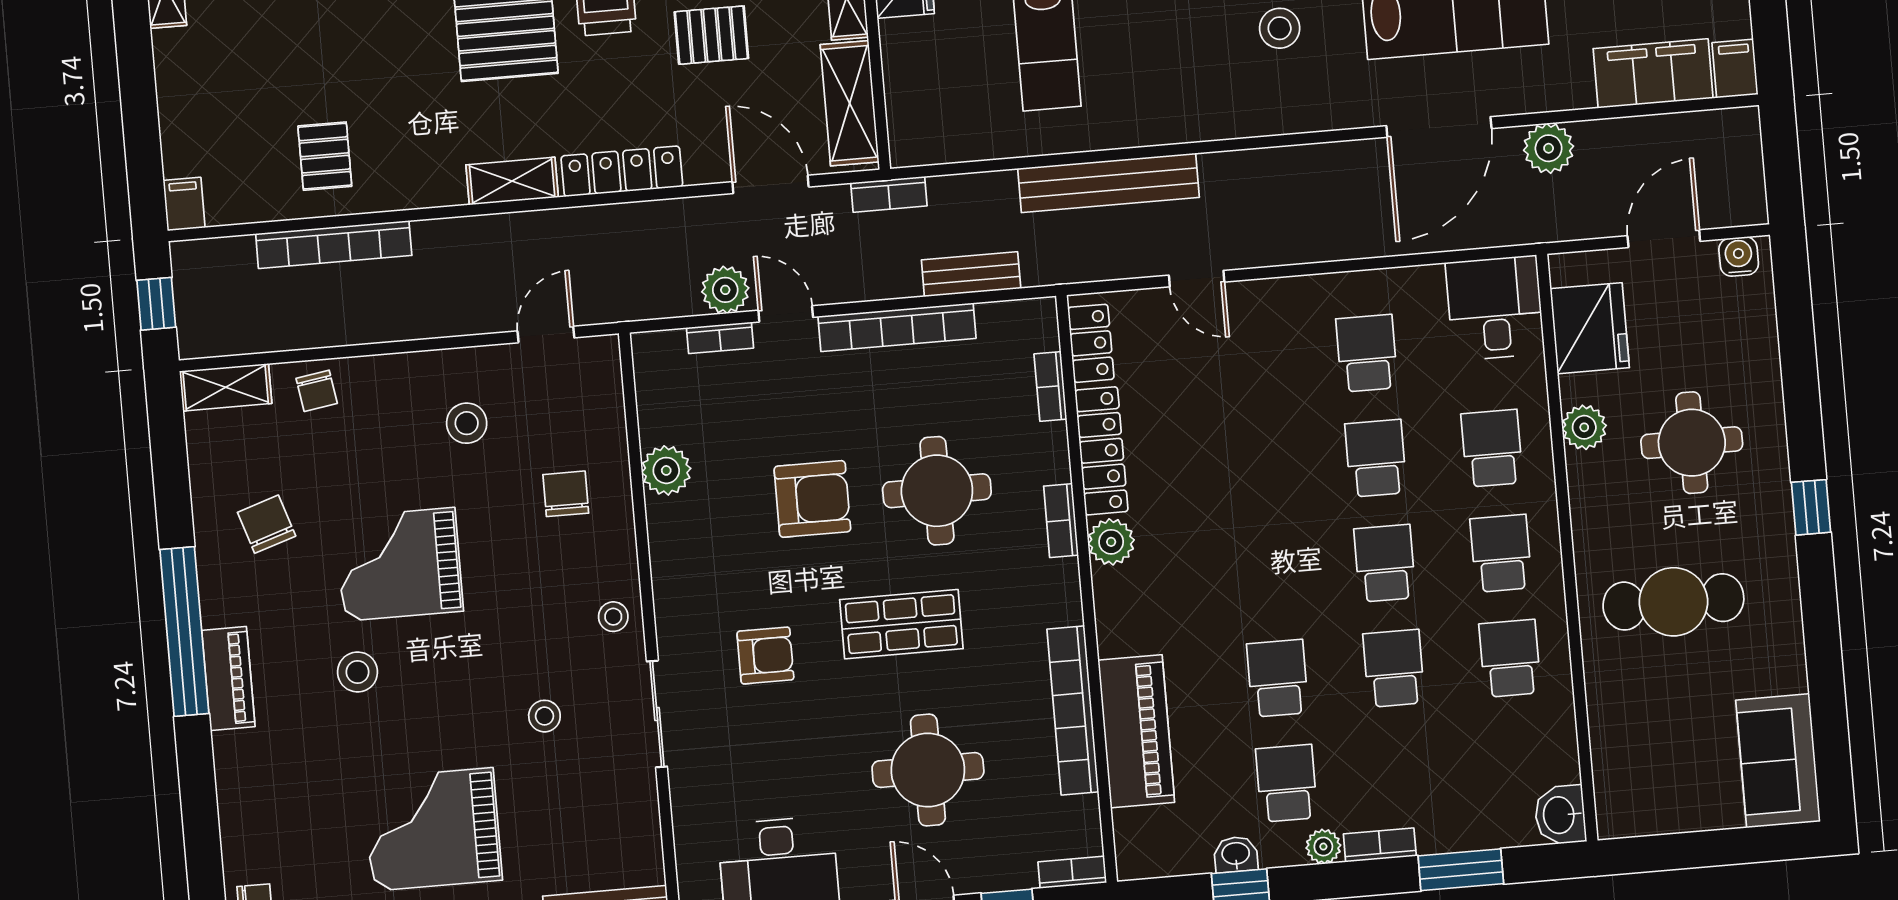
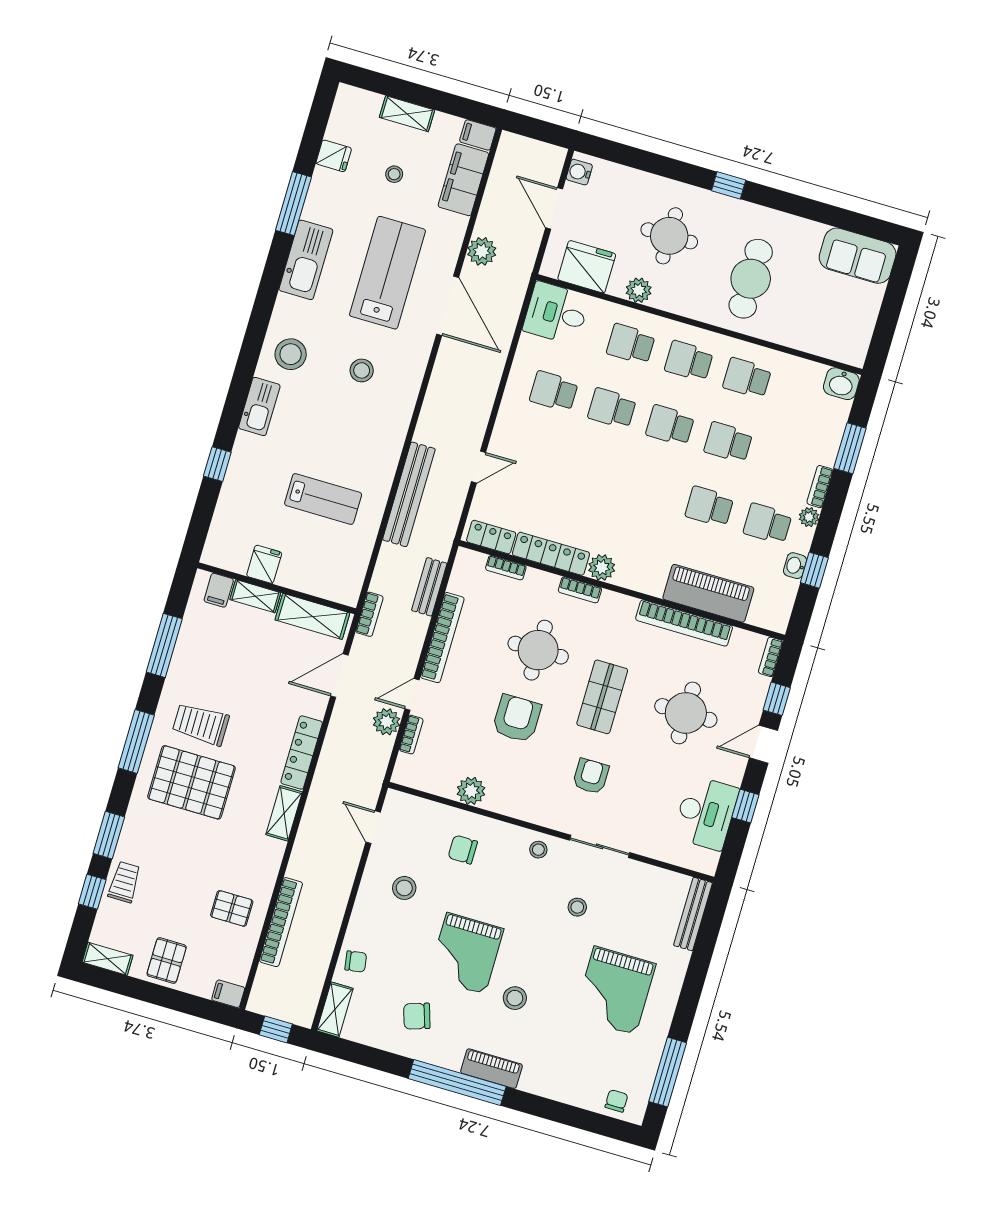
pallet: (711, 35) -> (167, 961), moved

